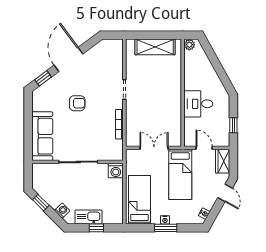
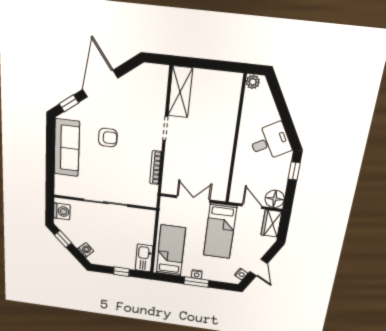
shelving: (155, 47) -> (180, 92), moved, turned 90
desk: (198, 104) -> (270, 142), moved, turned 151
window: (233, 125) -> (294, 171), moved
sofa: (42, 136) -> (67, 148), moved
floor lamp: (222, 139) -> (275, 199), added
washing machine: (116, 171) -> (62, 211), moved, turned -90
door: (225, 193) -> (259, 267), moved
kitchen sink: (88, 217) -> (144, 258), moved, turned -90

